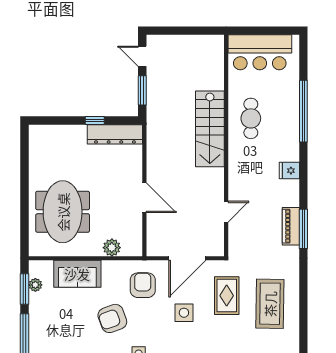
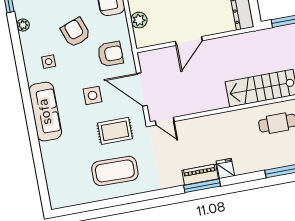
fridge: (289, 171) -> (225, 168), moved
door: (226, 212) -> (165, 121), moved
piano: (291, 226) -> (200, 175), moved
window: (303, 229) -> (202, 186), moved

